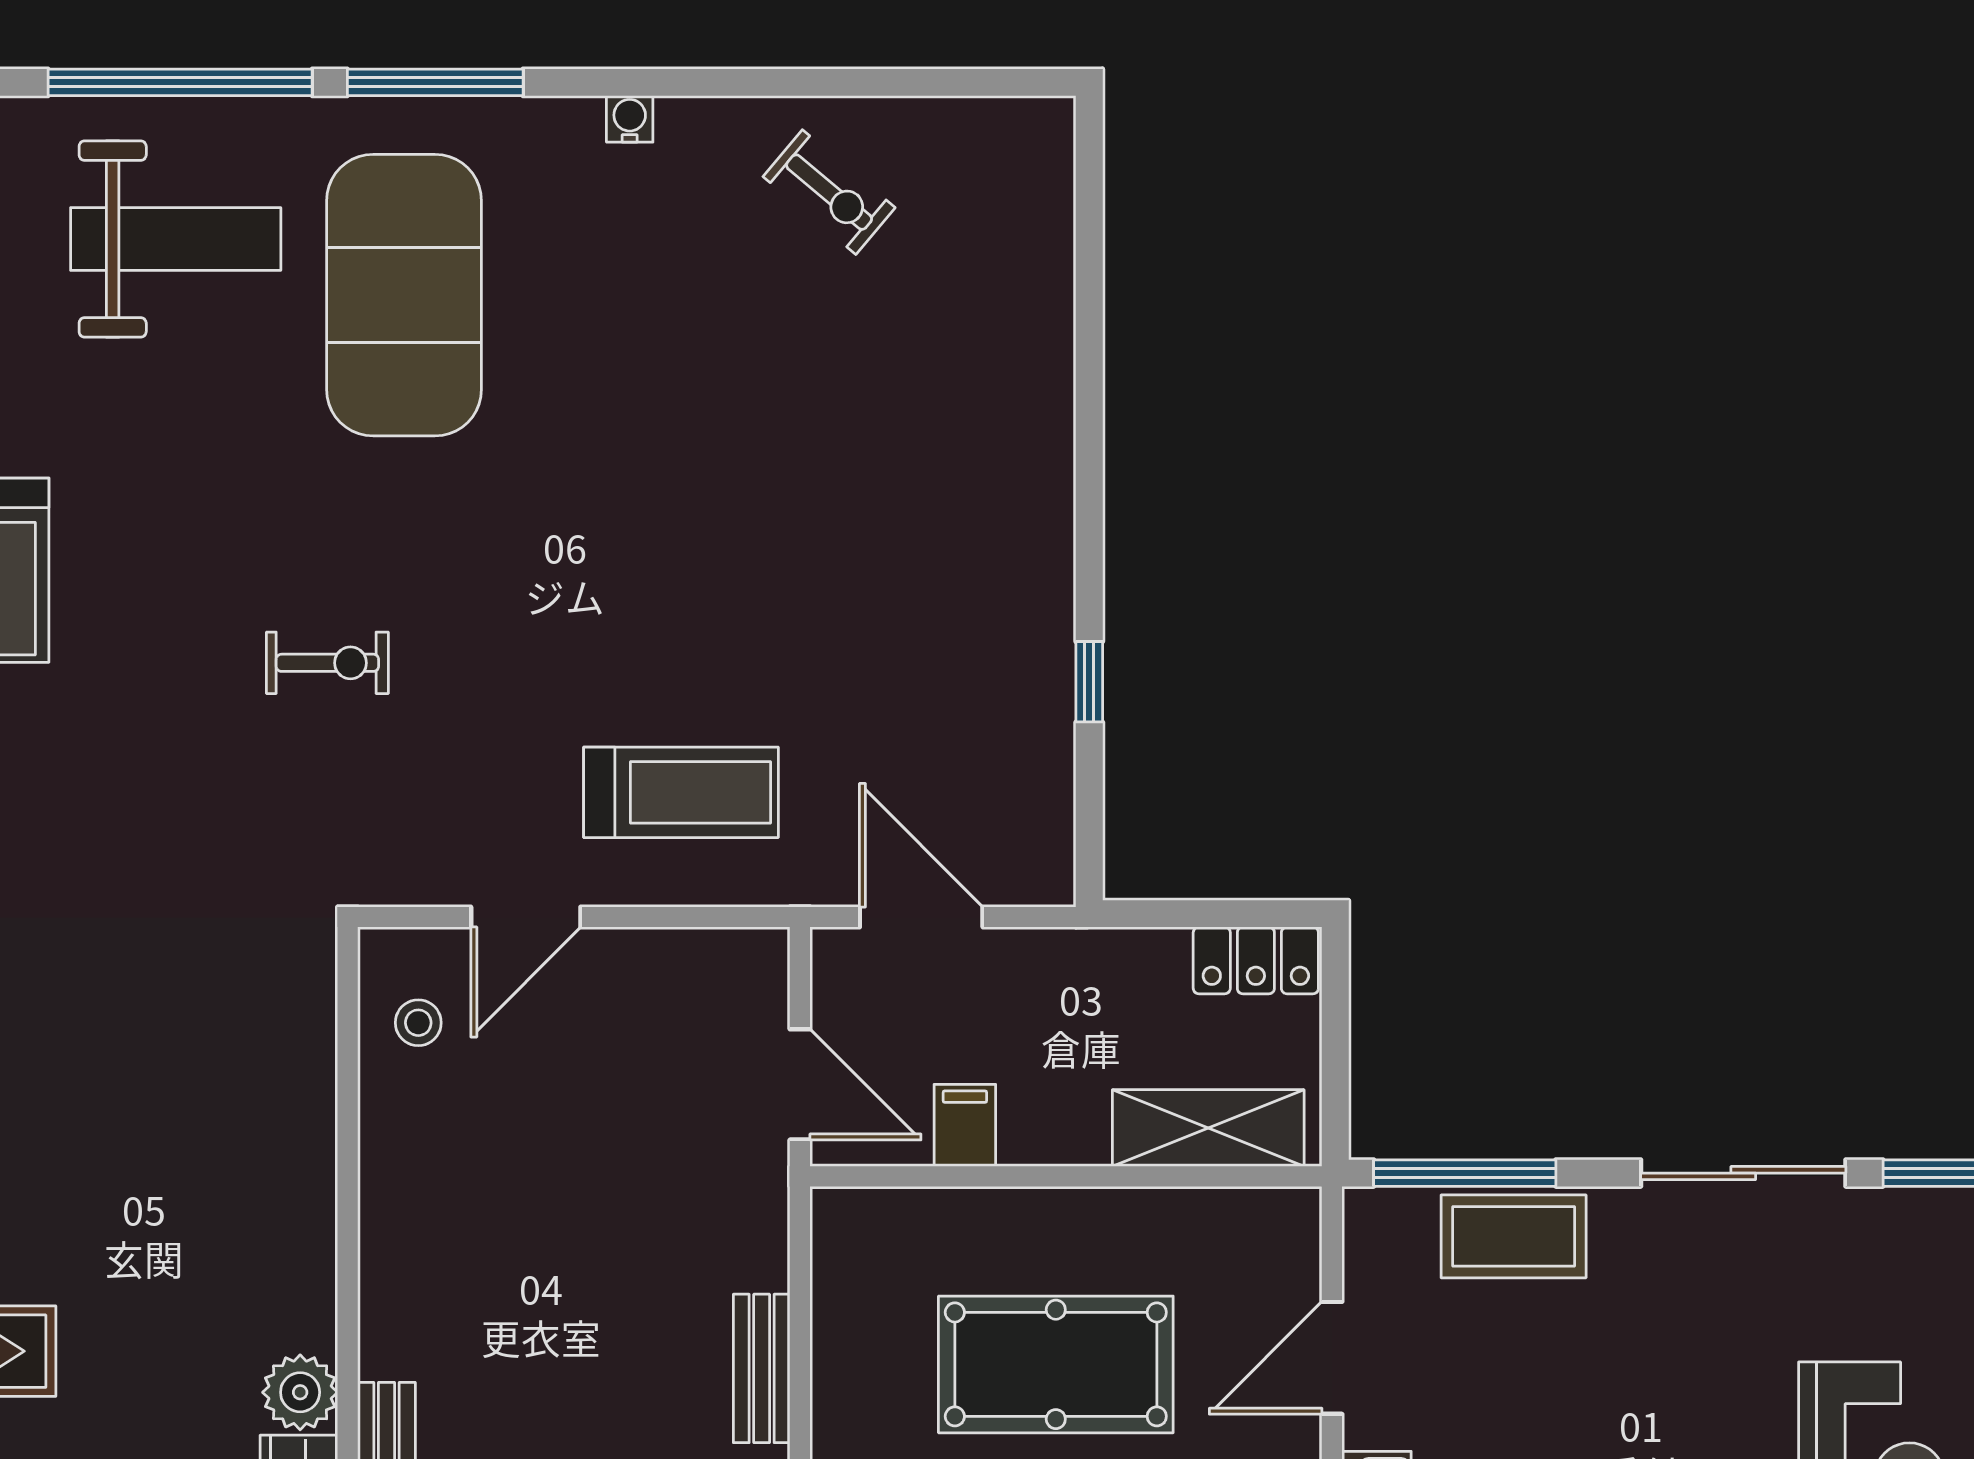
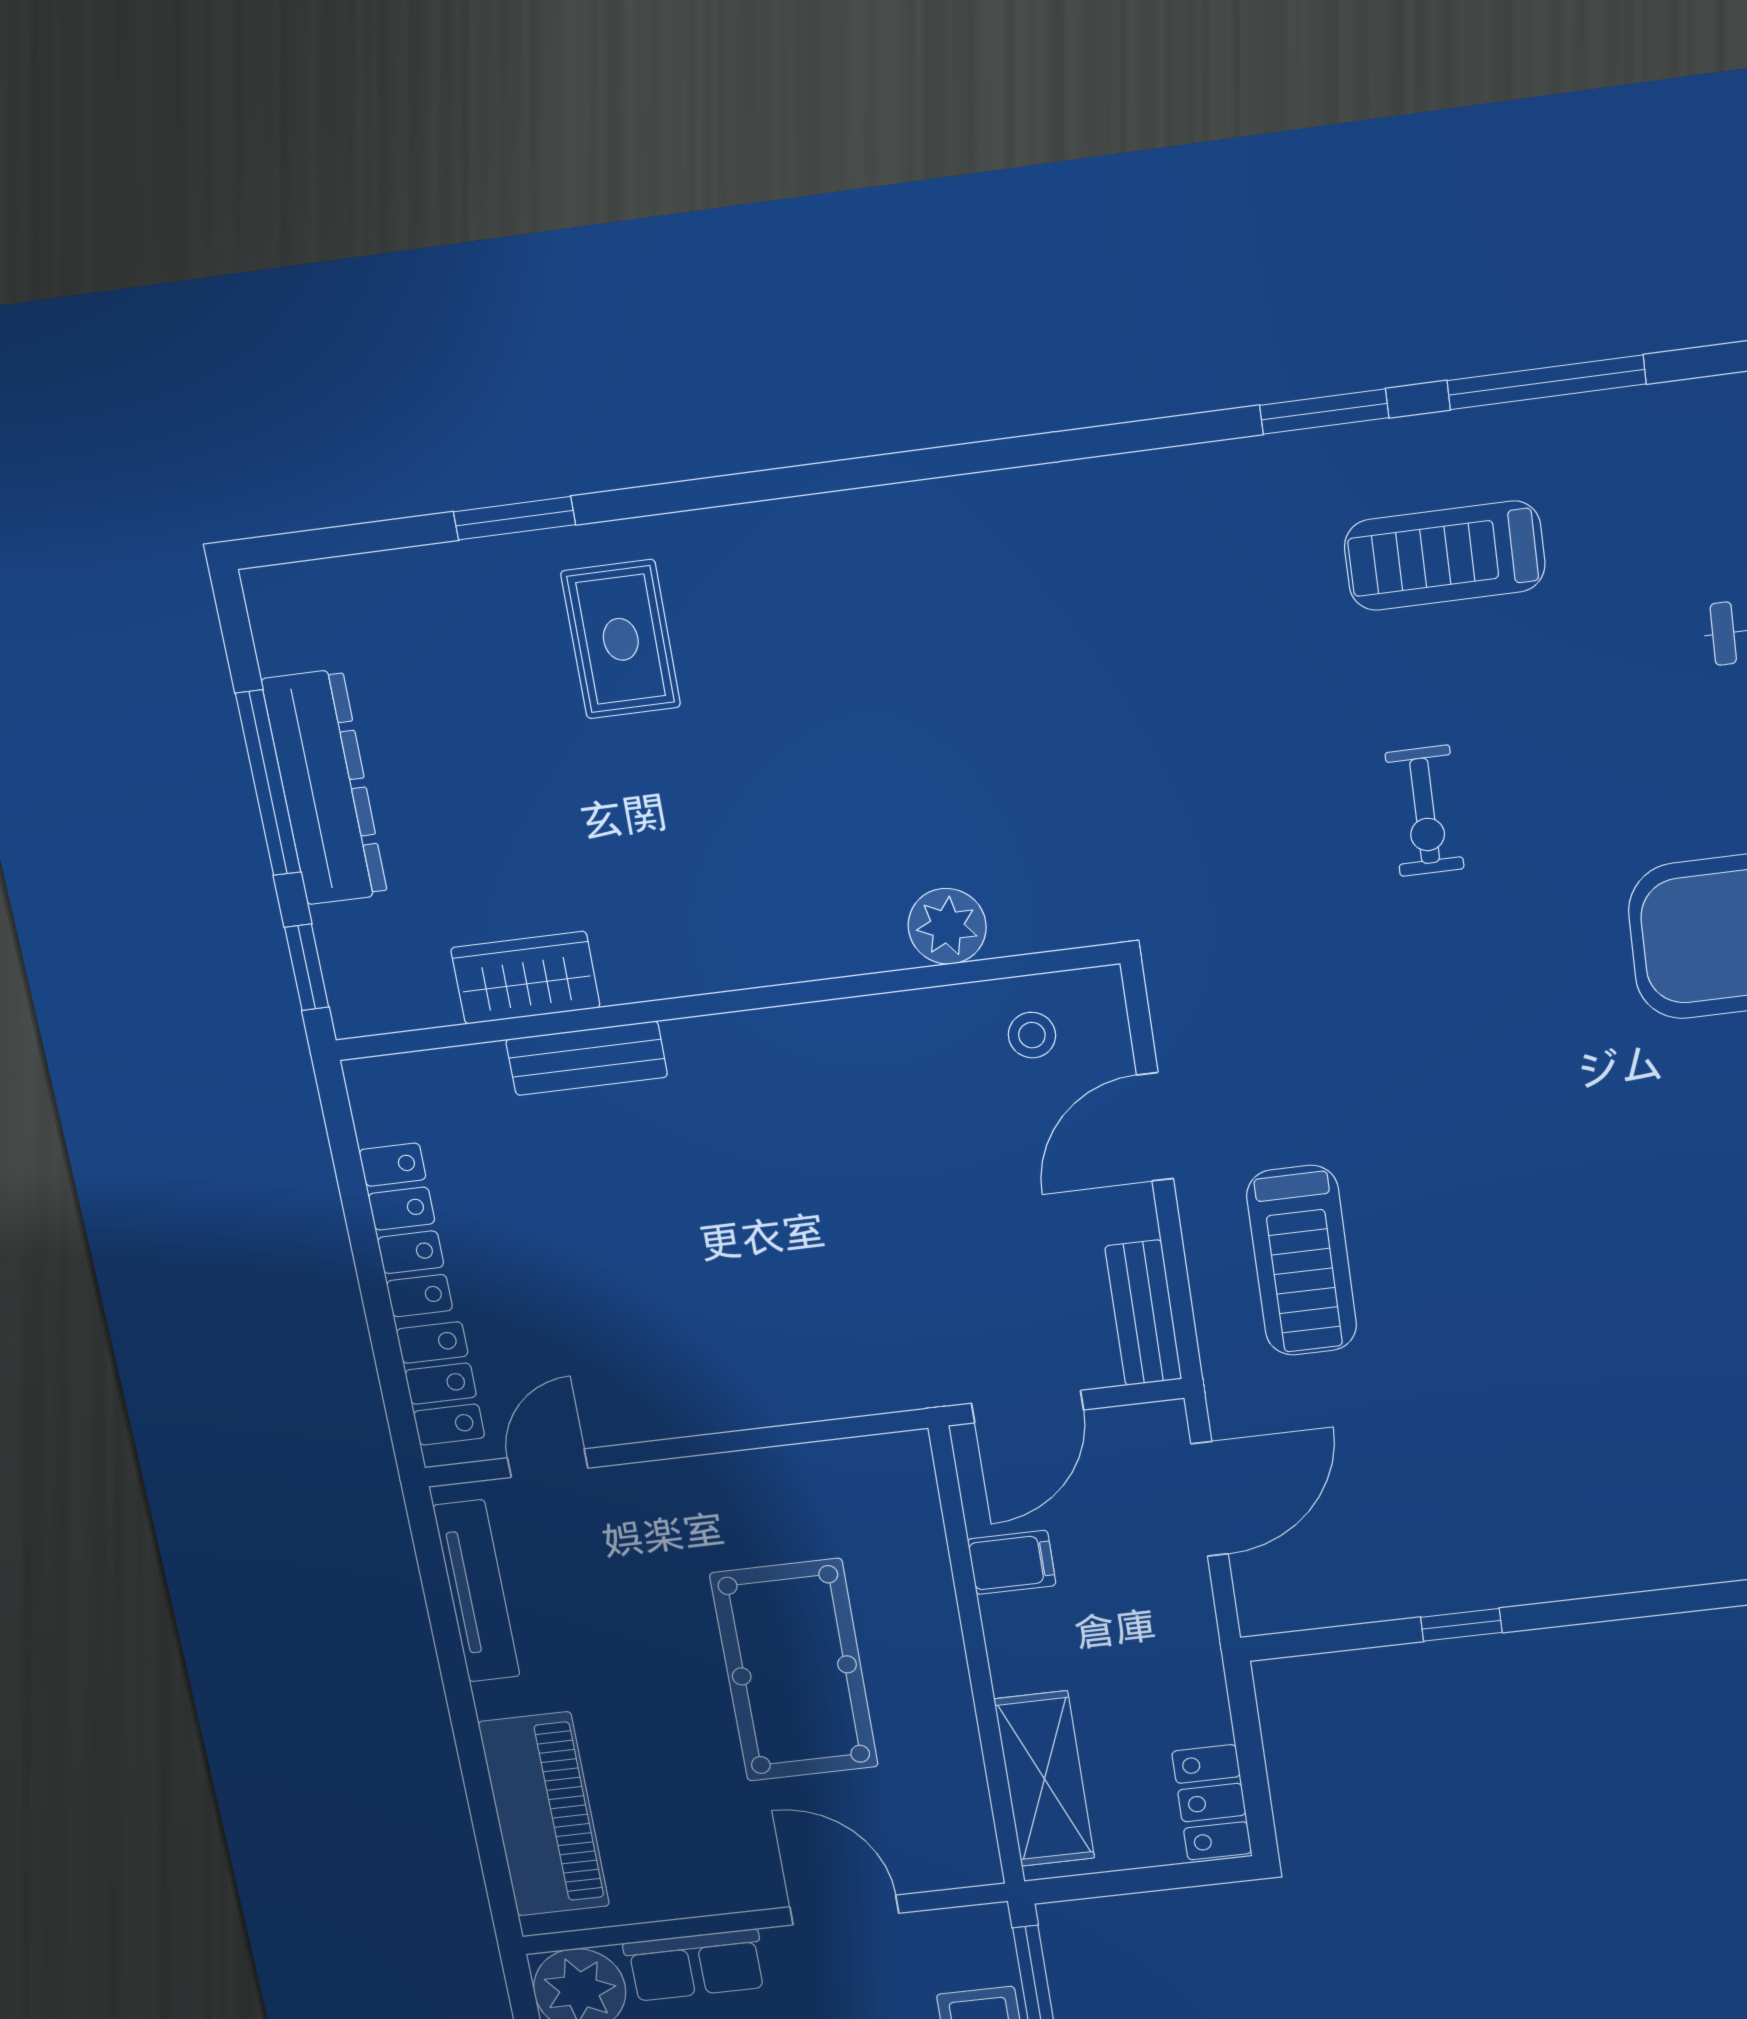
exercise bike: (327, 663) -> (1425, 811), moved
door: (526, 917) -> (1155, 1127), hinge flipped
bench: (762, 1368) -> (1143, 1313), moved, turned 90
plant: (300, 1392) -> (947, 926), moved

